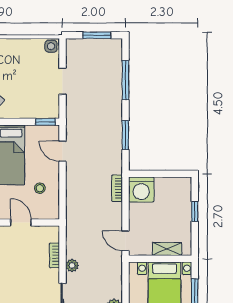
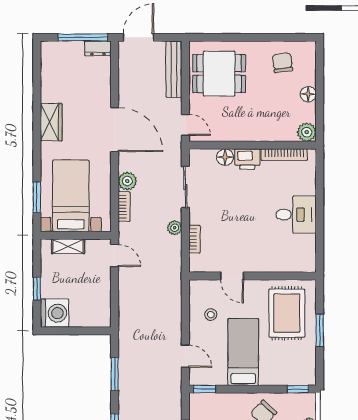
bookcase: (117, 188) -> (124, 207), moved
washing machine: (141, 190) -> (55, 313), moved, turned 90

